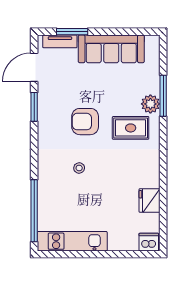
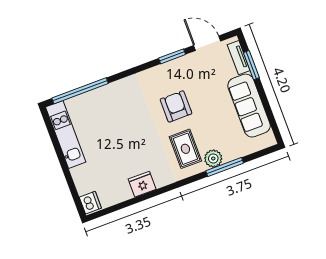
stool: (79, 168) -> (133, 117), removed
fridge: (150, 200) -> (142, 184), moved

